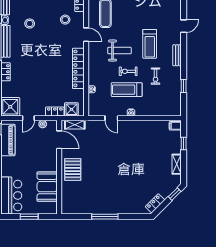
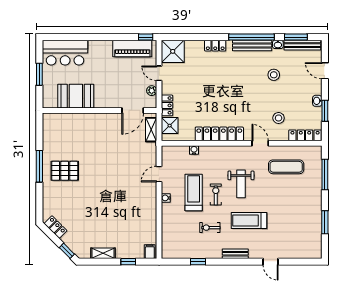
door: (86, 35) -> (260, 143), swing flipped
pallet: (73, 169) -> (65, 171), moved

